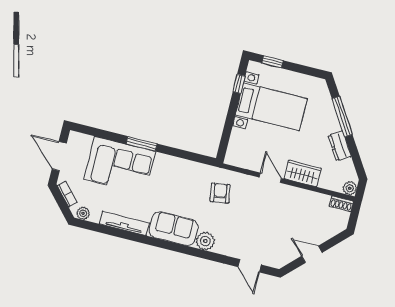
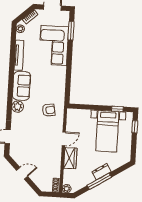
window: (342, 117) -> (99, 181), moved
window: (142, 144) -> (71, 31), moved
dresser: (340, 146) -> (101, 172), moved
door: (312, 254) -> (22, 173), hinge flipped

